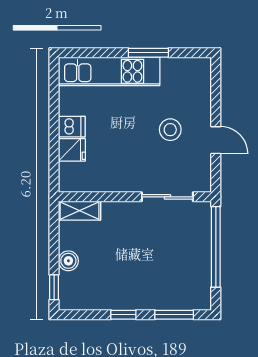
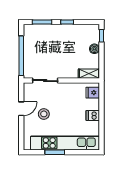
kitchen unit: (109, 71) -> (65, 143), width x1.36
door: (216, 140) -> (21, 109), swing flipped
fridge: (72, 150) -> (93, 93), moved

